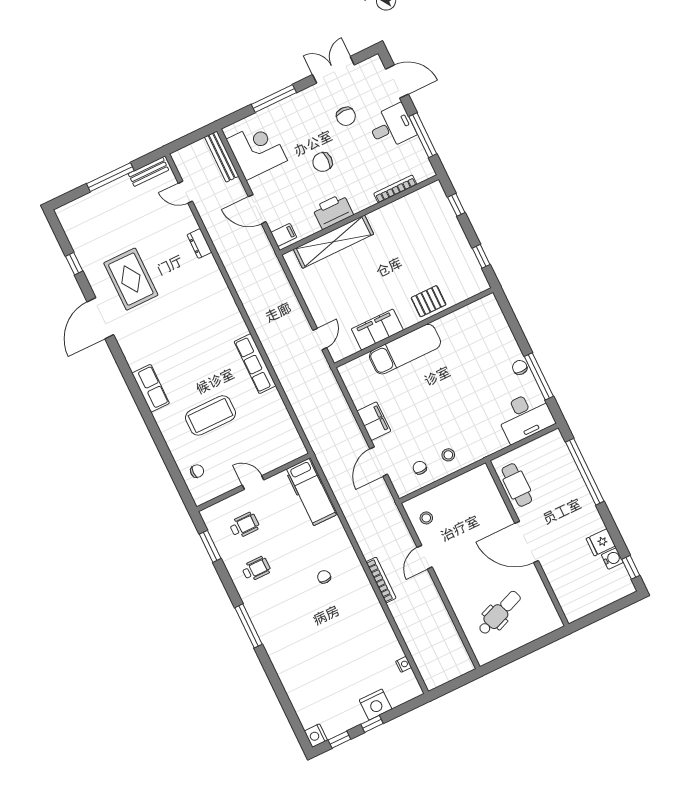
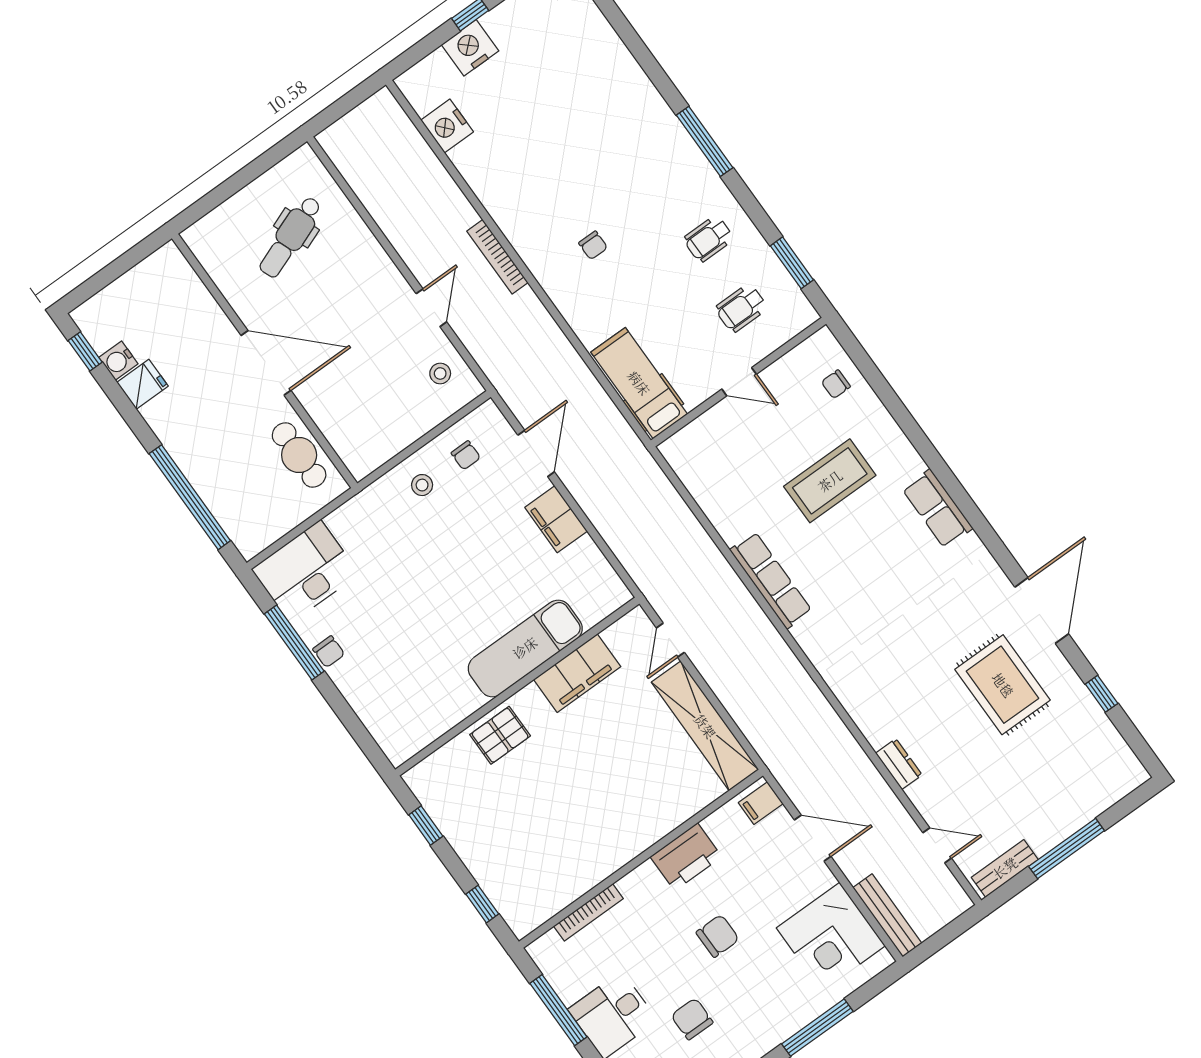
shelving: (333, 242) -> (705, 726), moved, turned 90
nightstand: (404, 664) -> (447, 126), width x1.89, depth x1.79

